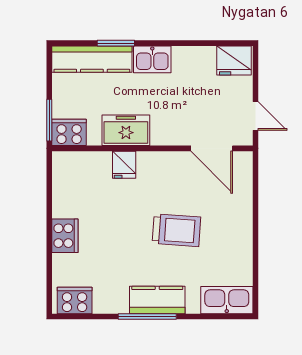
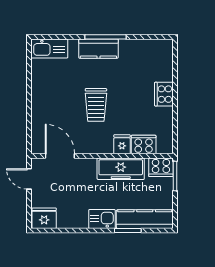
freezer: (126, 130) -> (121, 169), width x1.40
trolley: (176, 230) -> (96, 105), moved, turned -94
cooker: (75, 301) -> (144, 145), moved, turned 180

